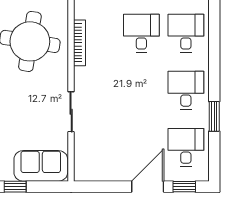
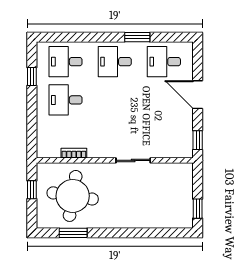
bookcase: (80, 43) -> (74, 153), width x0.64
sofa: (41, 166) -> (180, 187), removed
window: (184, 187) -> (198, 140), moved

